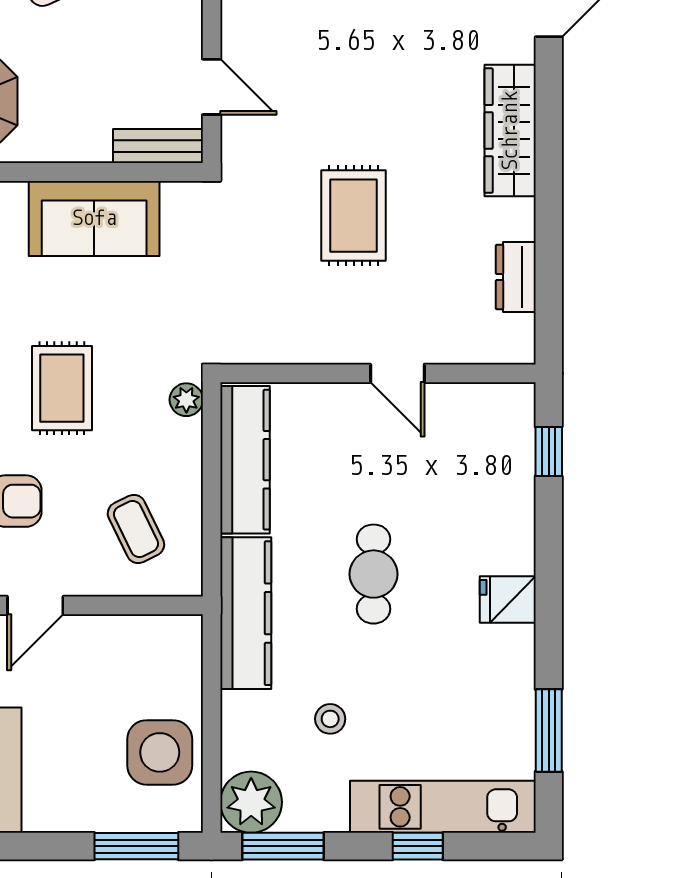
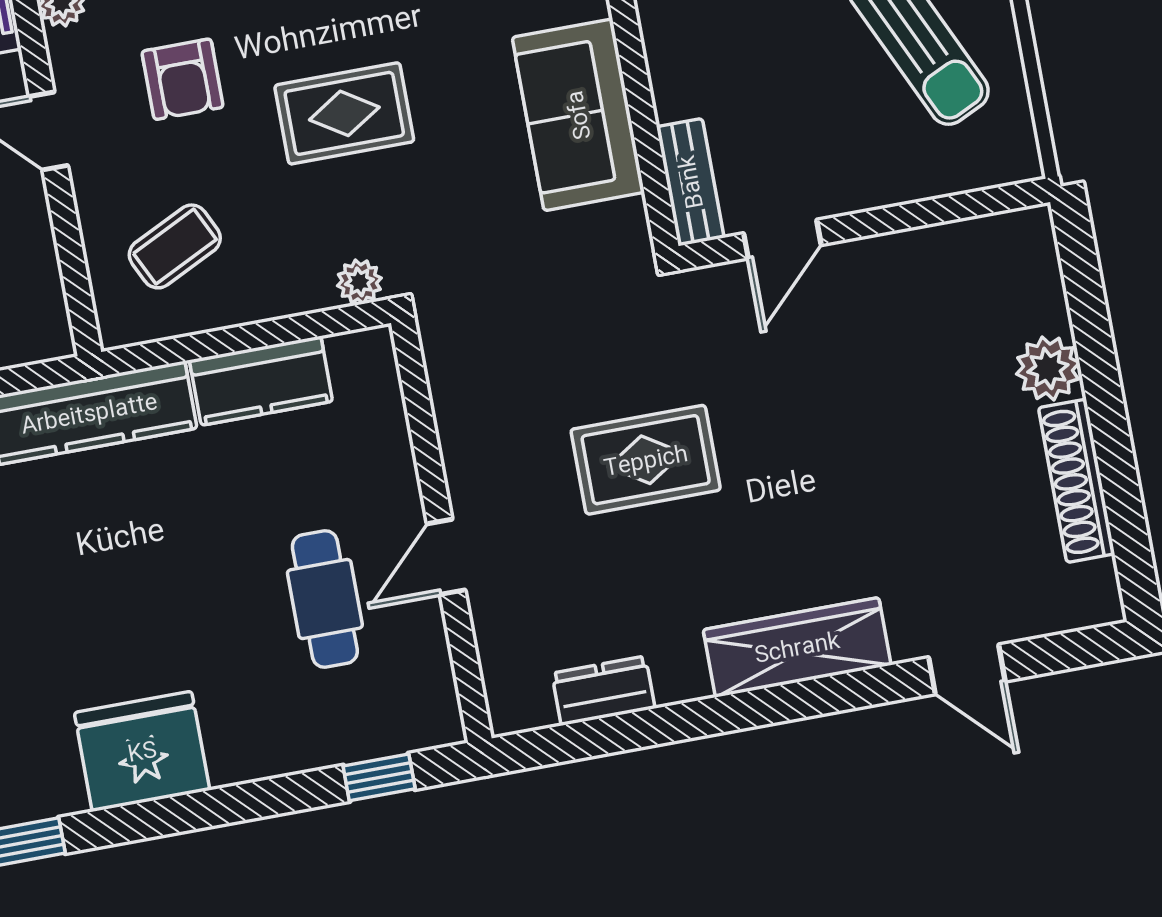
kitchen counter: (245, 460) -> (261, 381), width x0.67
cafe table: (374, 574) -> (325, 599), moved, turned 90
fridge: (508, 599) -> (142, 751), width x1.88, depth x1.34

